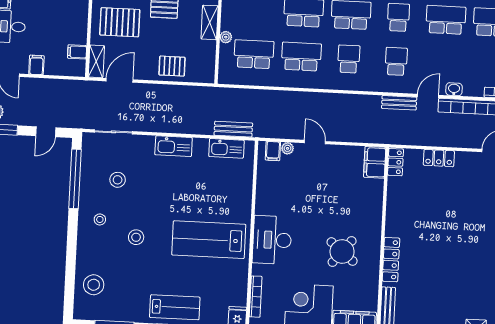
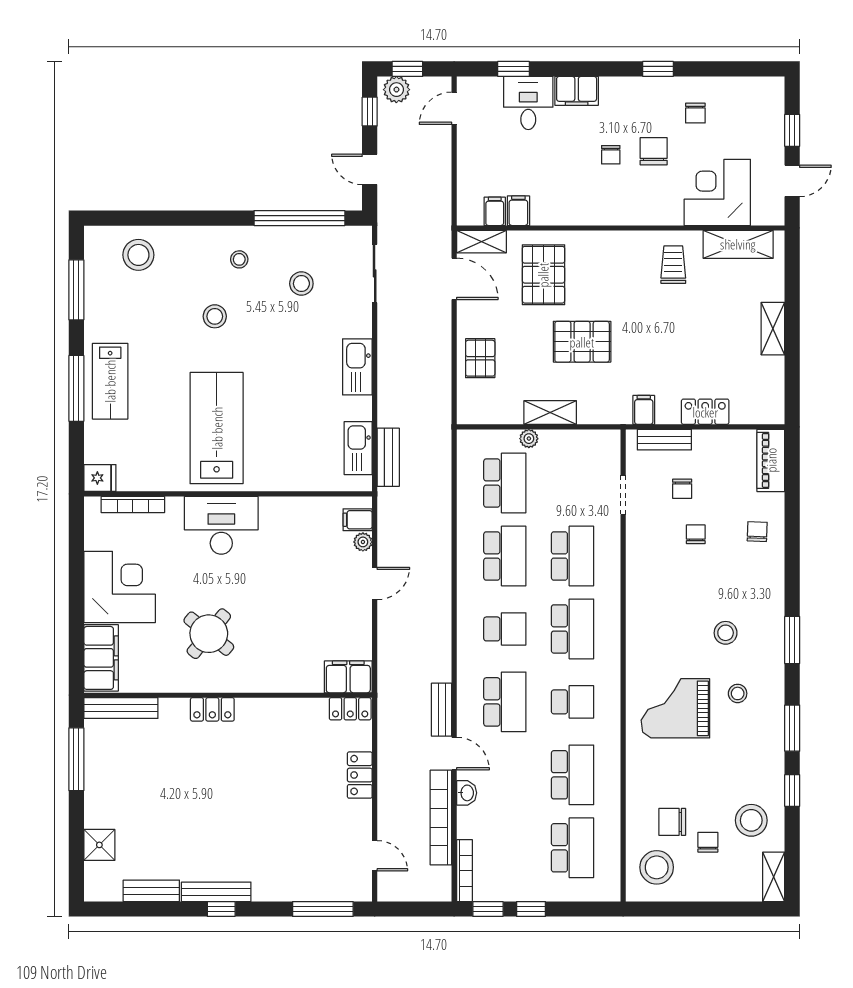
school desk: (396, 61) -> (505, 702), width x1.85
filing cabinet: (36, 65) -> (518, 211), moved, turned -90
locker: (391, 260) -> (212, 709), width x0.66

